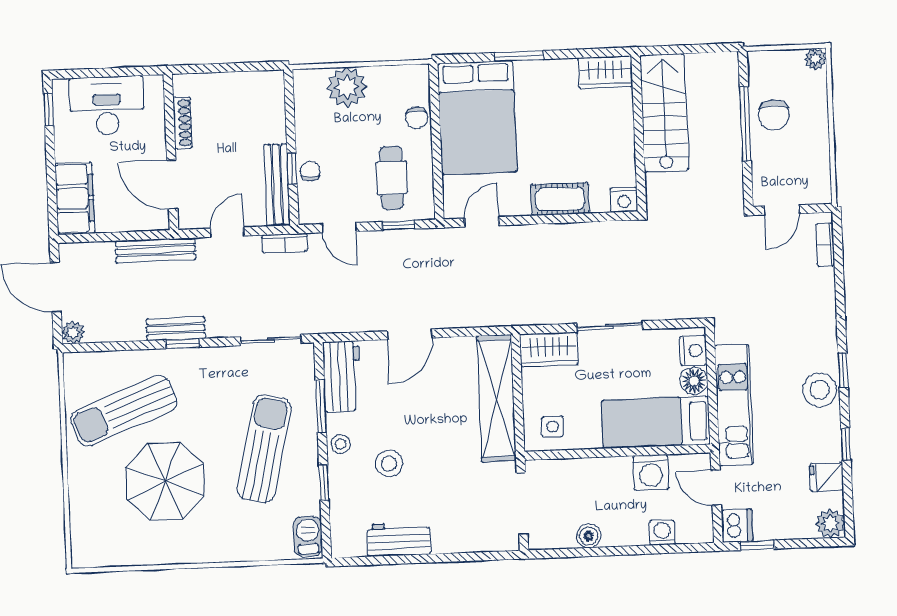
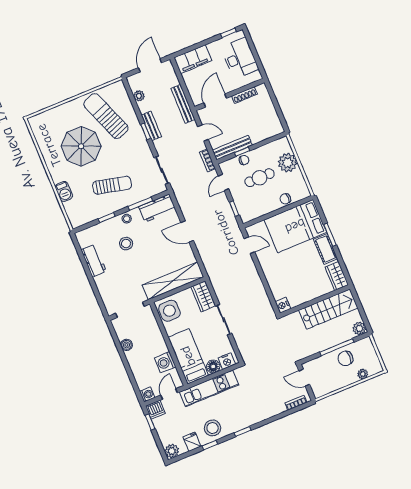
plant: (816, 59) -> (363, 374), moved
plant: (725, 66) -> (359, 328), added
cafe table: (392, 178) -> (260, 178), moved
cot: (560, 199) -> (326, 249), moved
plant: (73, 332) -> (139, 96), moved
stool: (820, 390) -> (213, 428), moved
side table: (552, 427) -> (169, 311), width x1.87, depth x1.87
sun lounger: (264, 449) -> (112, 185), width x0.73, depth x0.75
washing machine: (662, 533) -> (147, 395), moved
barbecue: (308, 536) -> (64, 192), moved, turned 90

